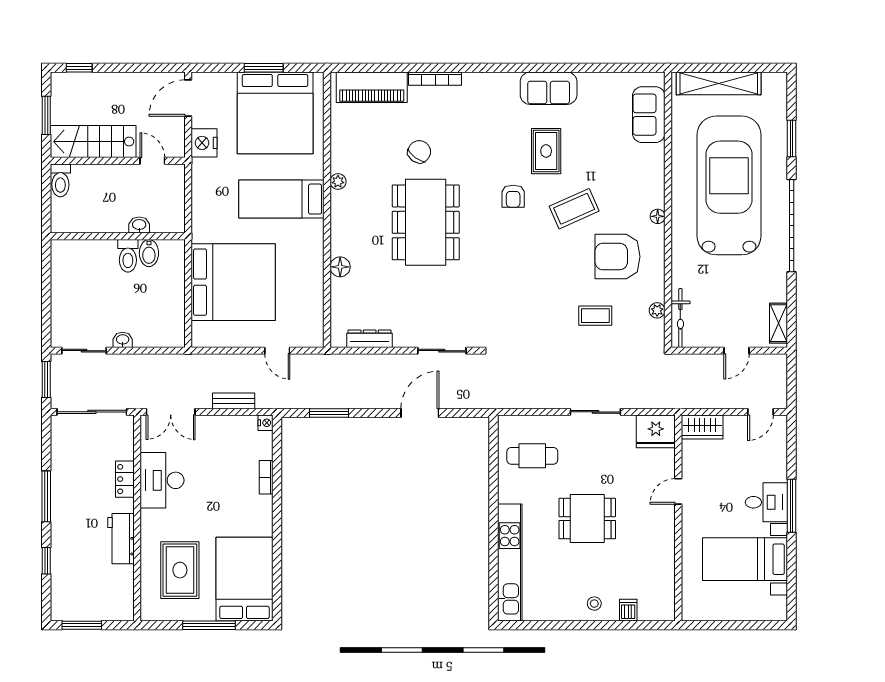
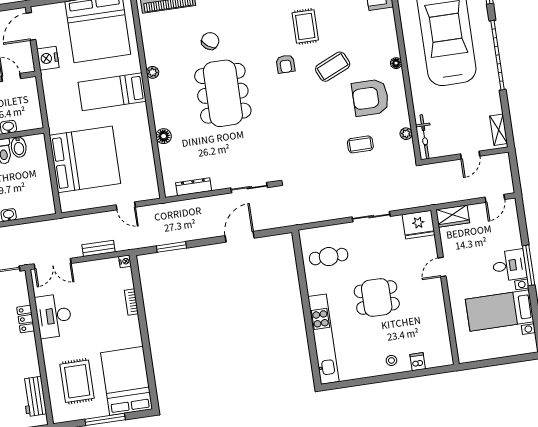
workbench: (121, 539) -> (34, 396), moved

